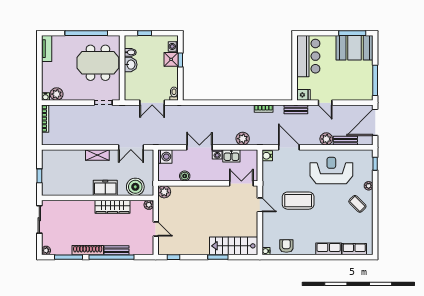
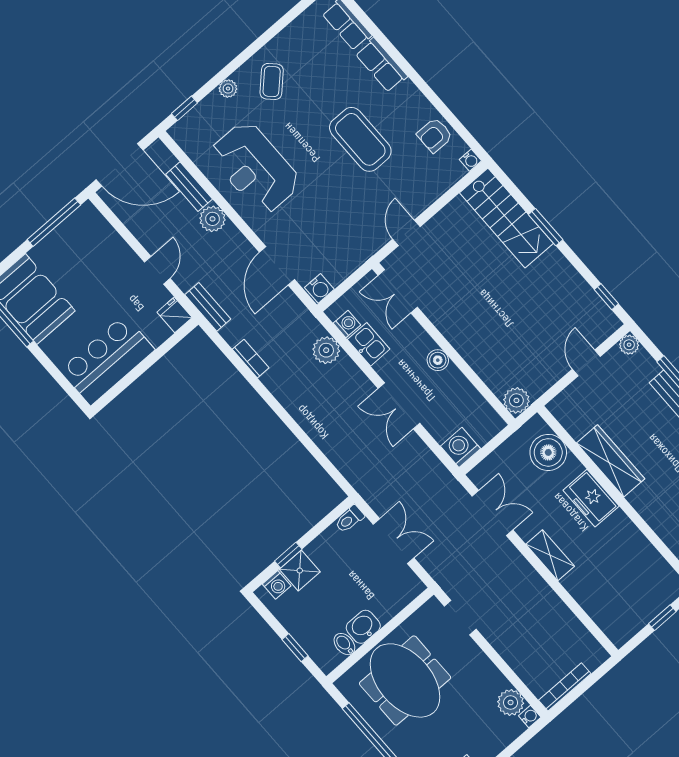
washing machine: (217, 154) -> (347, 324), moved
boiler: (185, 176) -> (438, 360), moved
coffee table: (298, 201) -> (360, 139), moved
plant: (149, 205) -> (629, 345), moved

